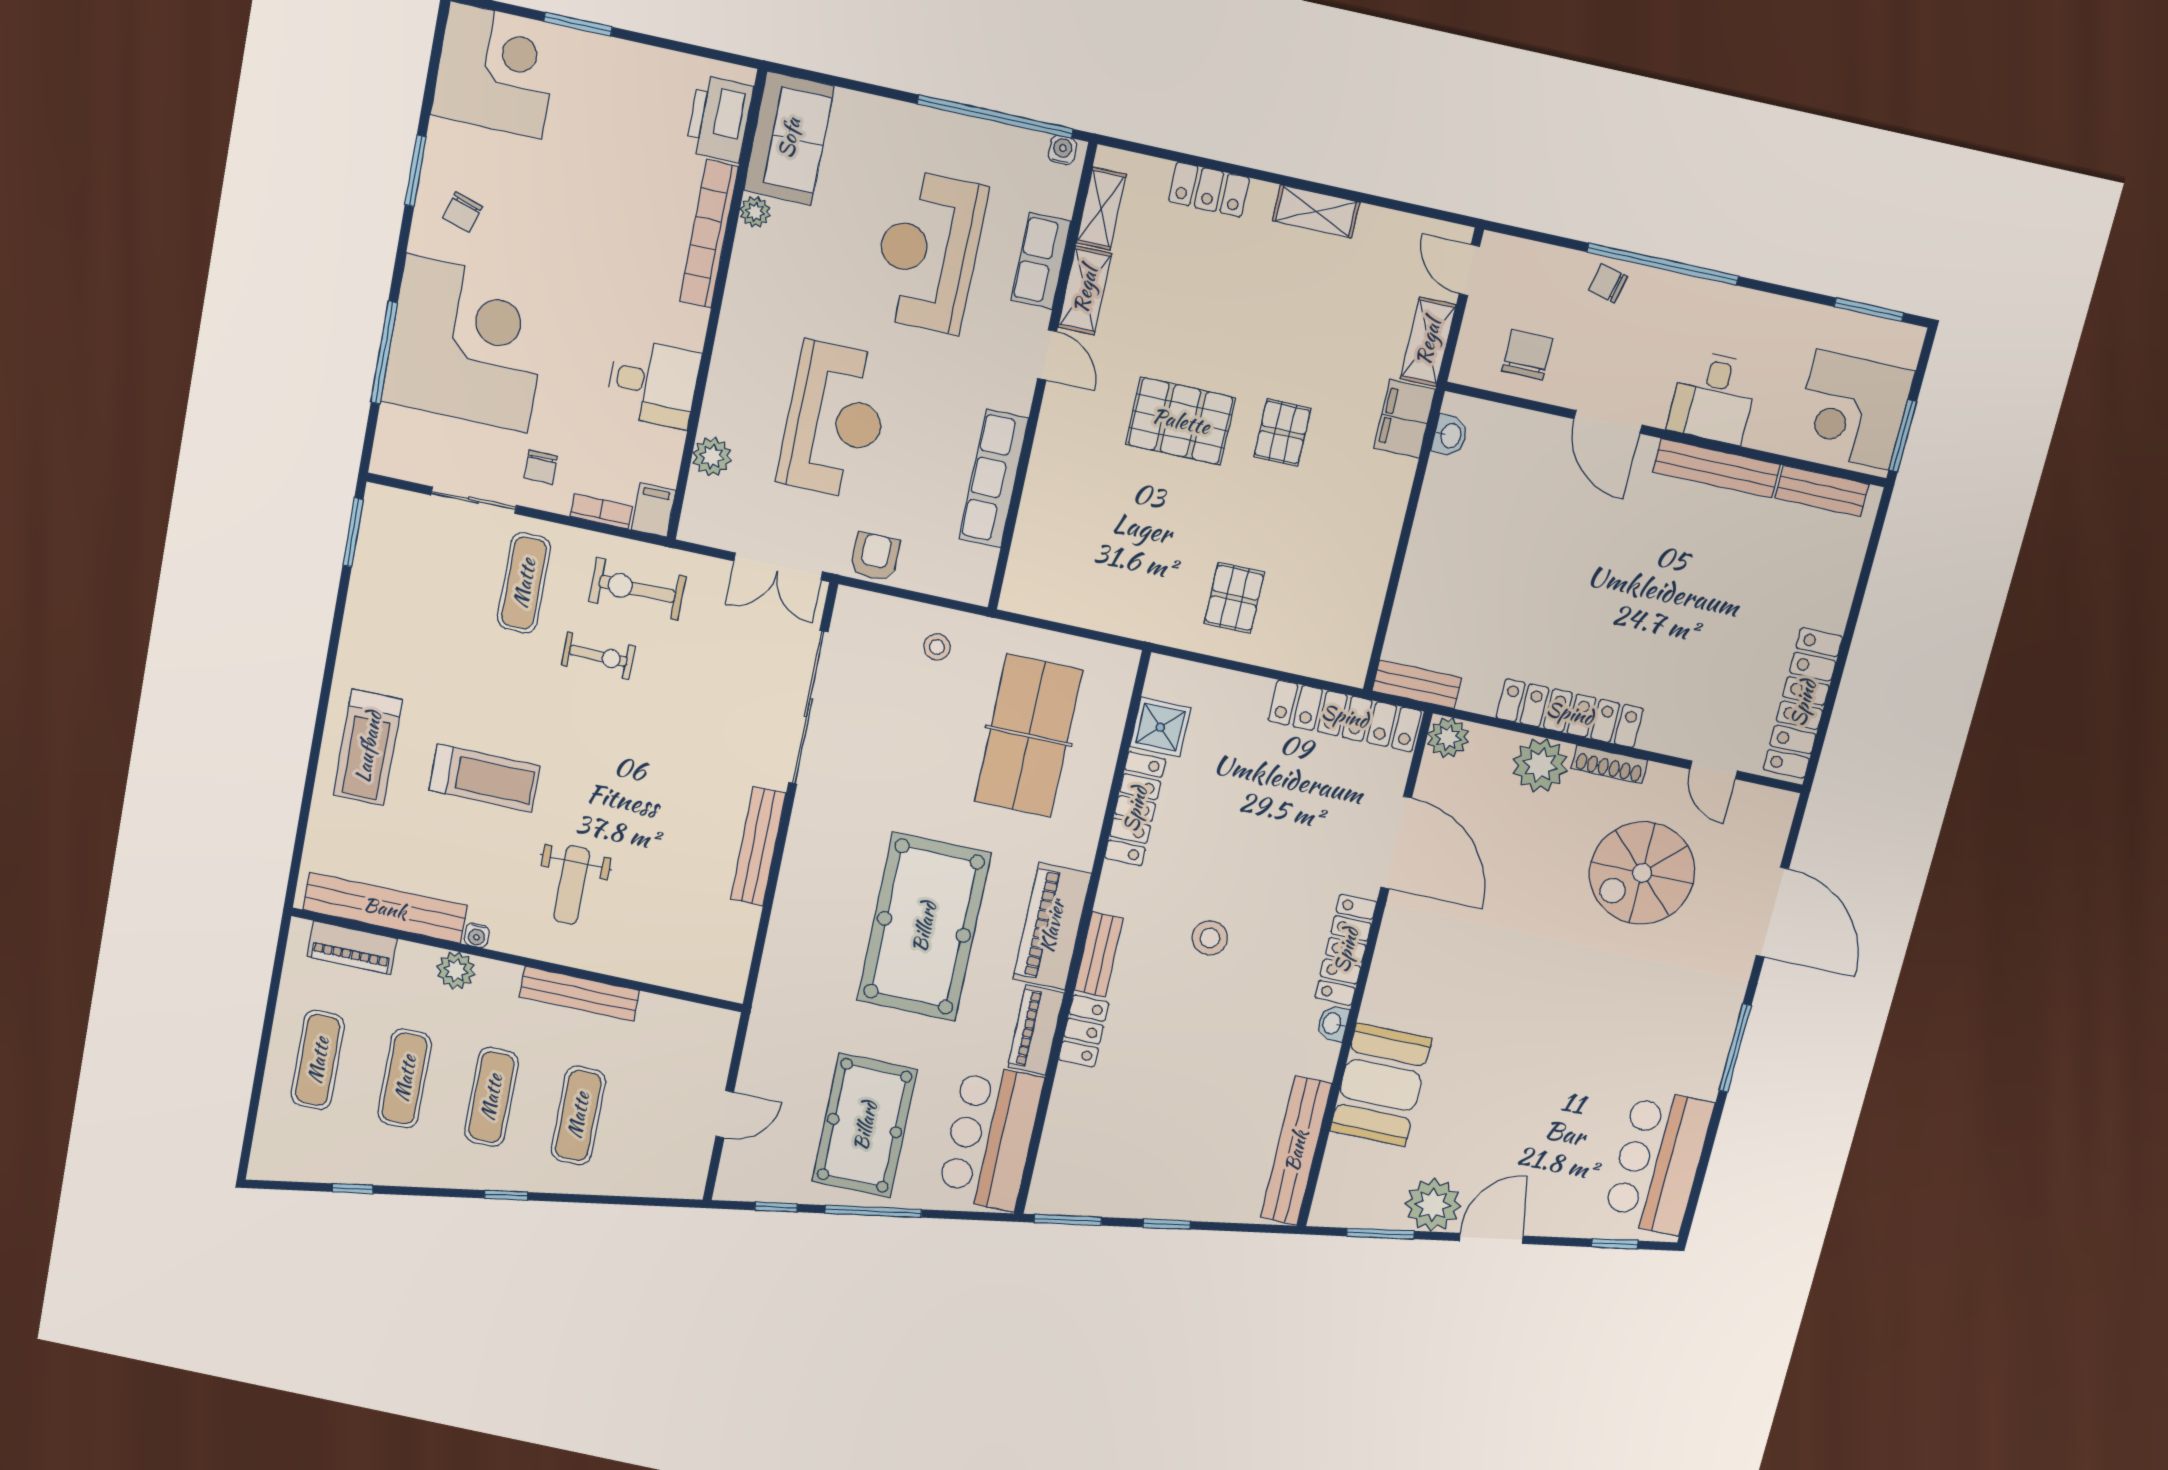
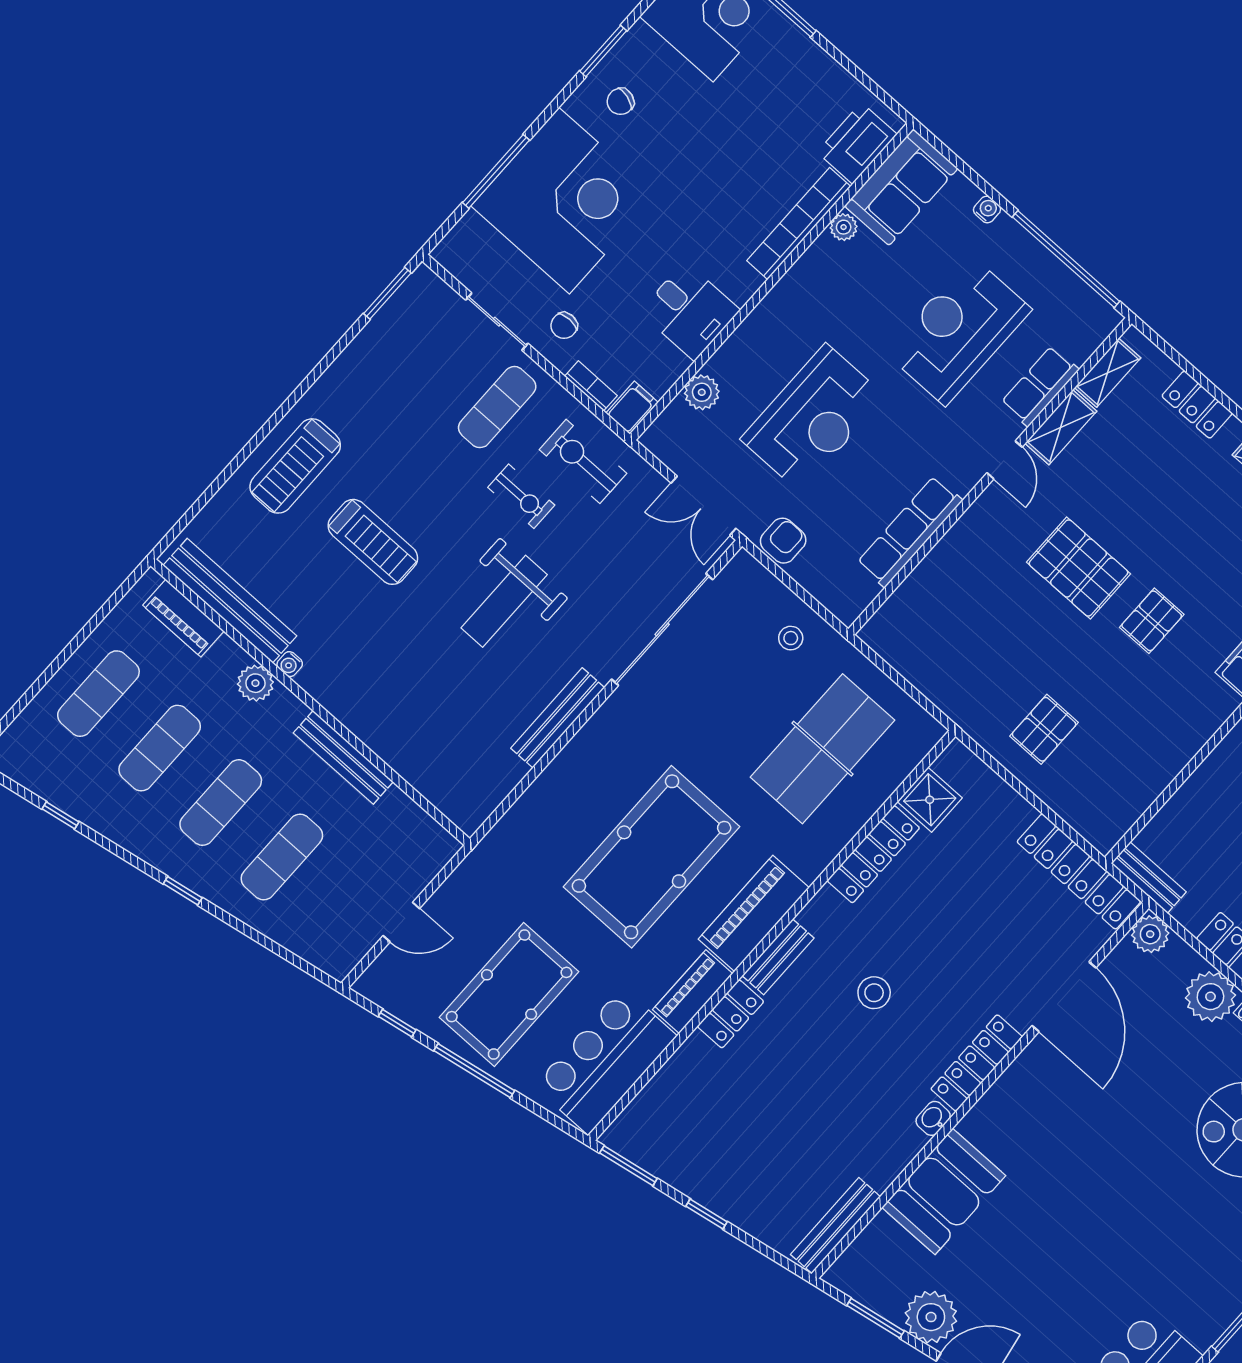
water cooler: (1062, 150) -> (987, 210), moved
weight bench: (572, 885) -> (504, 601), moved, width x1.36, depth x1.33
bench: (1296, 1151) -> (835, 1225), width x0.73, depth x0.82

